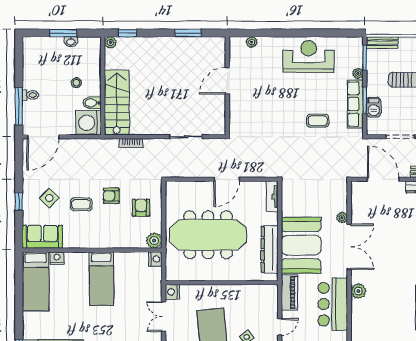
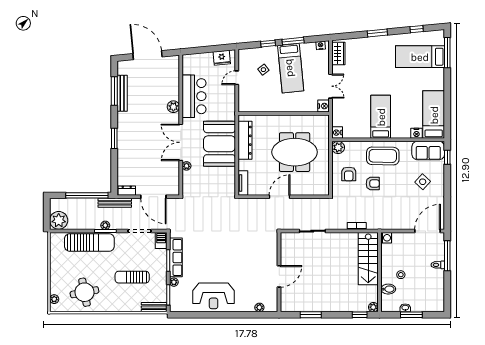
bidet: (92, 103) -> (388, 289), moved
barbecue: (374, 107) -> (161, 241), moved
coffee table: (318, 121) -> (206, 244), removed
washing machine: (89, 123) -> (386, 238), width x0.53, depth x0.53
window: (19, 201) -> (447, 157), moved
coffee table: (81, 204) -> (383, 156), moved, width x1.86, depth x1.72
meeting table: (208, 235) -> (295, 152), width x0.73
piano: (290, 292) -> (229, 106), removed

